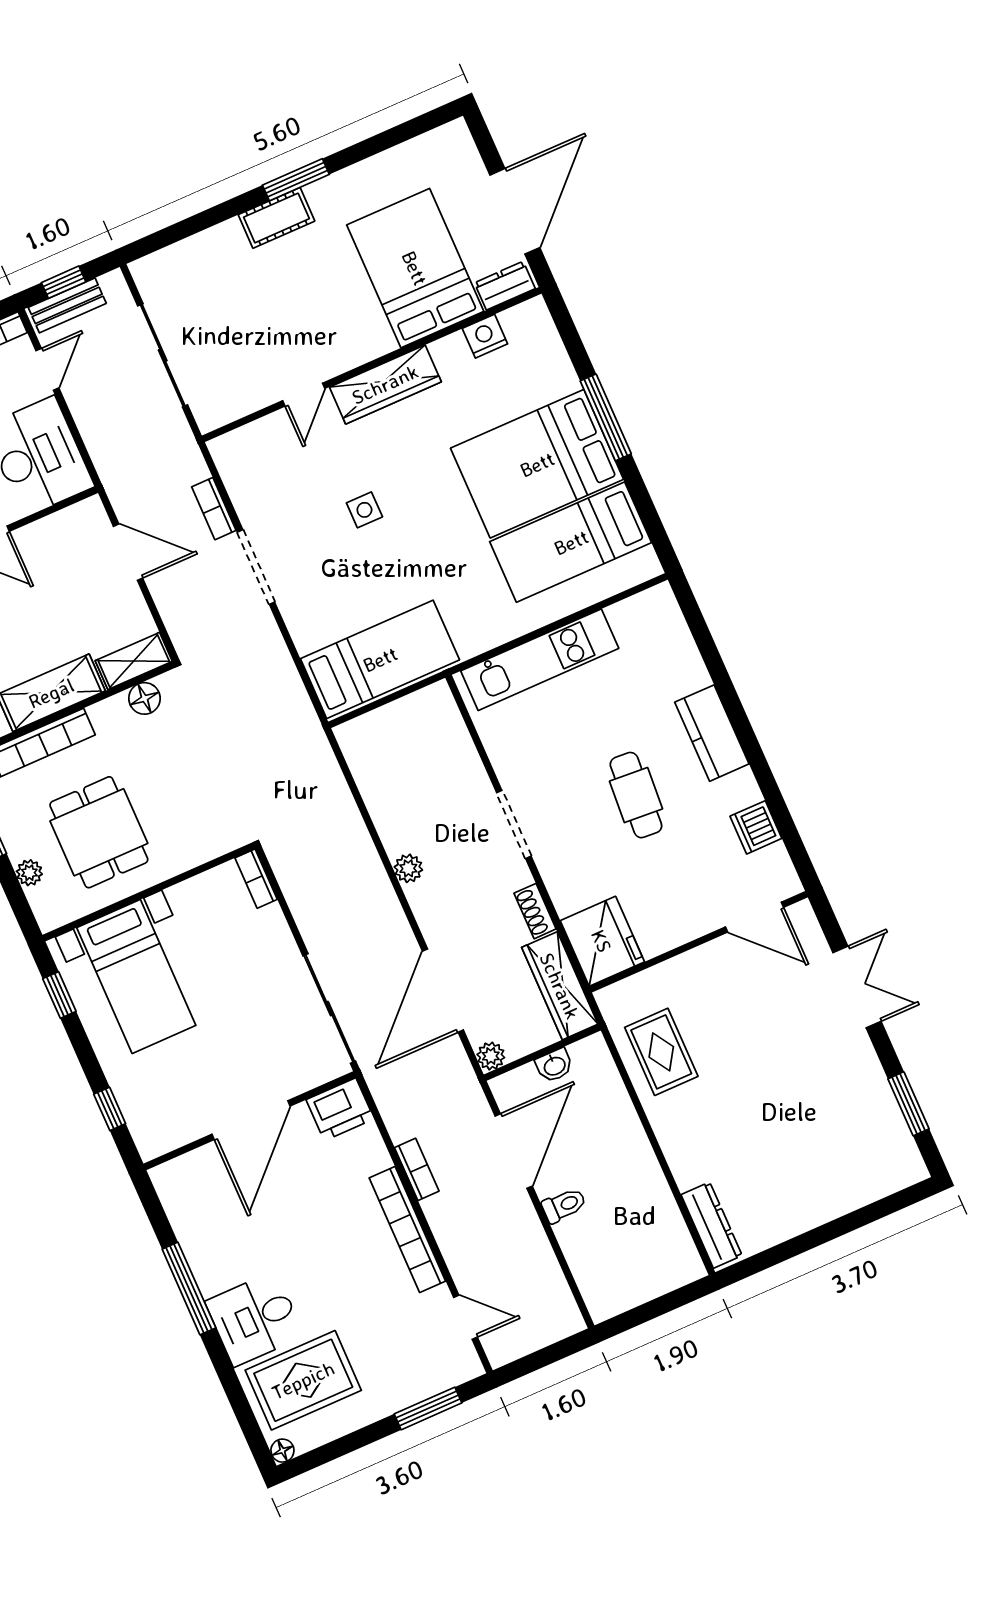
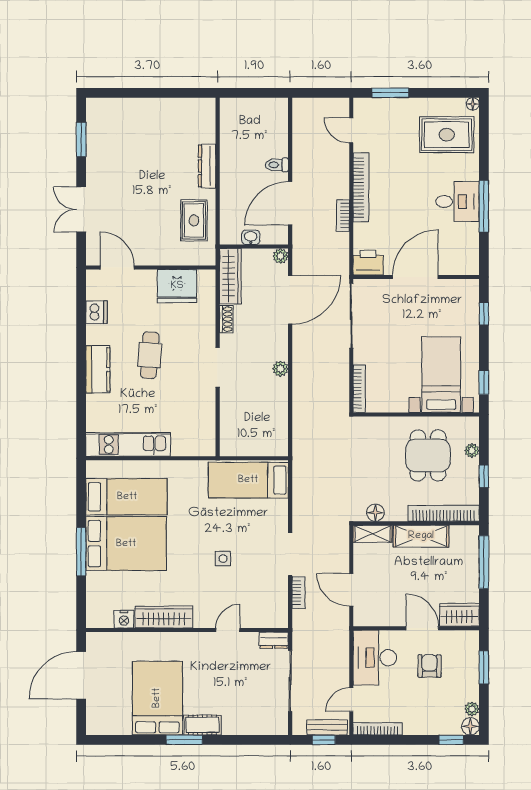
bed: (415, 268) -> (157, 698), moved, turned 180
dresser: (505, 286) -> (274, 640), moved
wardrobe: (385, 384) -> (164, 617), moved
kitchen unit: (540, 660) -> (128, 444), moved
bookcase: (256, 879) -> (359, 389), width x1.56
fridge: (602, 941) -> (177, 286), moved, turned -90
dresser: (712, 1225) -> (207, 166), moved
desk: (255, 1319) -> (458, 202), moved

